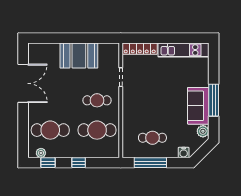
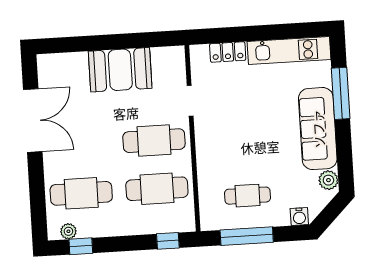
locker: (140, 49) -> (228, 52), width x0.66
cafe table: (97, 100) -> (154, 141), width x1.37, depth x1.35
window: (214, 100) -> (341, 93), moved
sofa: (198, 106) -> (318, 129), width x1.36
window: (79, 163) -> (168, 241), moved

